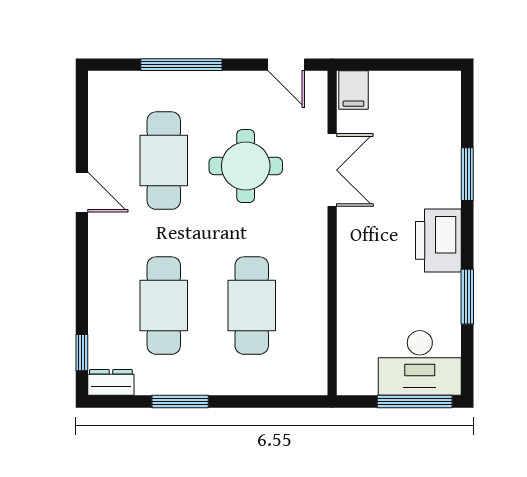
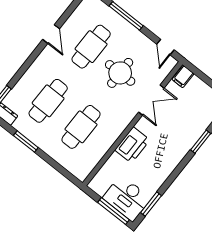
printer: (438, 240) -> (132, 145), moved, turned 180
window: (467, 297) -> (151, 204), moved

